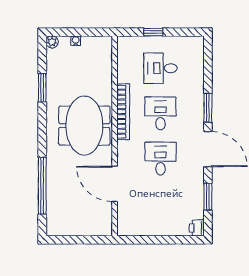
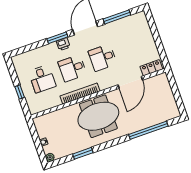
window: (208, 197) -> (117, 17), width x1.44
locker: (124, 219) -> (151, 68), added
printer: (197, 228) -> (63, 44), moved

